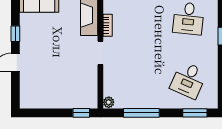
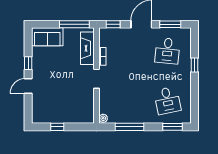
desk: (188, 80) -> (167, 100), turned -36
window: (81, 113) -> (57, 127), moved

